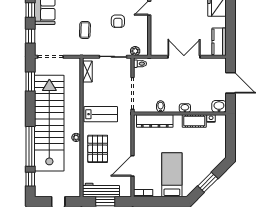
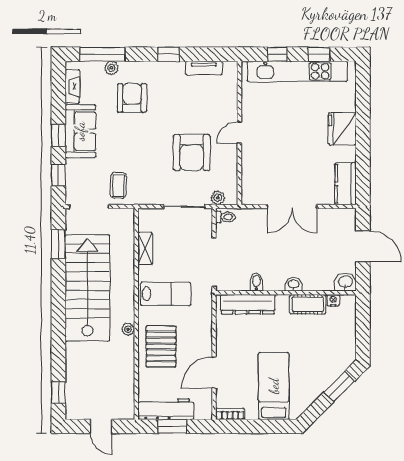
armchair: (118, 21) -> (192, 153), width x1.88, depth x1.88
coffee table: (85, 30) -> (118, 185), moved
double door: (184, 57) -> (292, 206), swing flipped
shelving: (87, 71) -> (145, 248), moved
stairs: (49, 123) -> (87, 288), width x0.73
window: (30, 146) -> (58, 343), removed
window: (208, 182) -> (339, 387), moved

